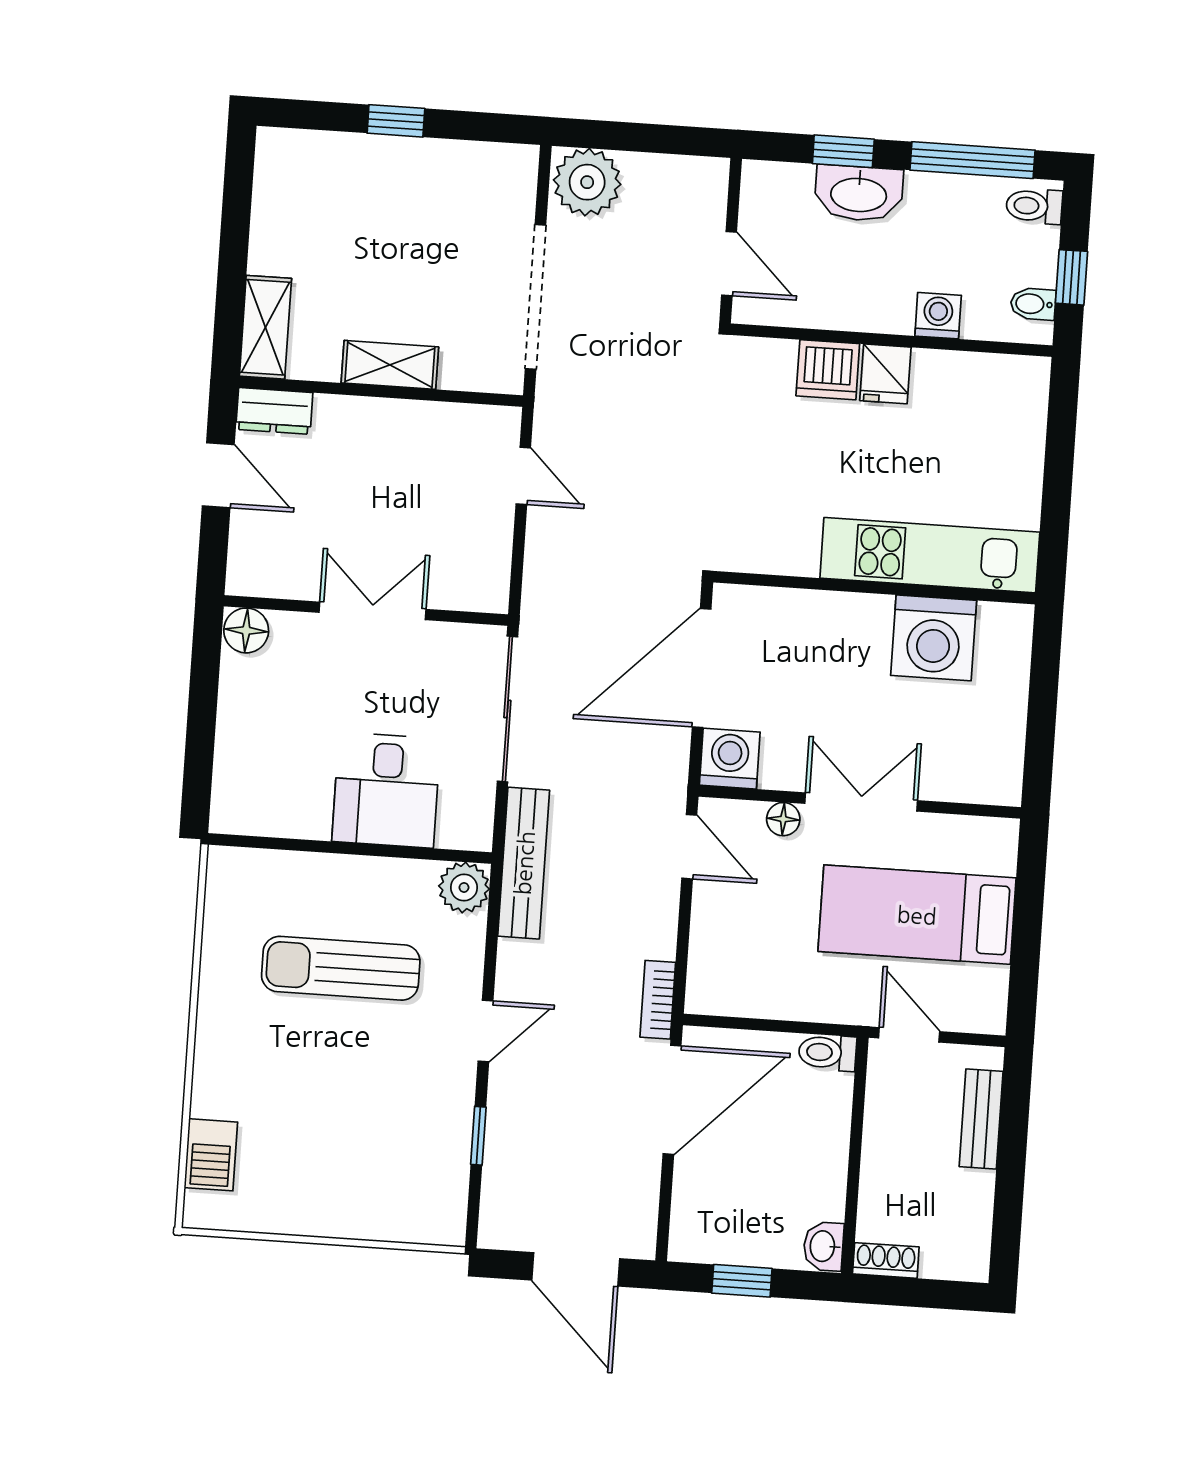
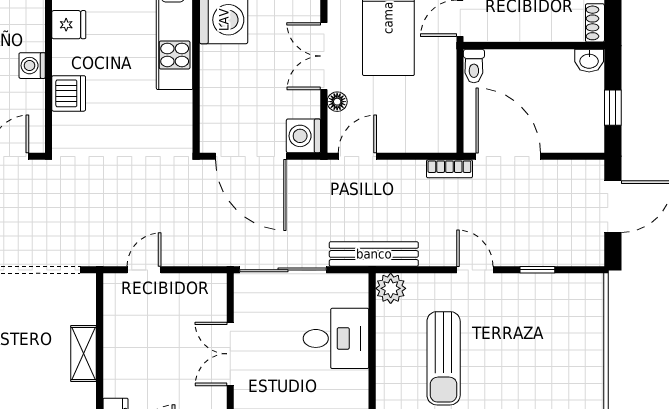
washing machine: (938, 316) -> (32, 66), moved
fridge: (885, 374) -> (69, 25), moved

